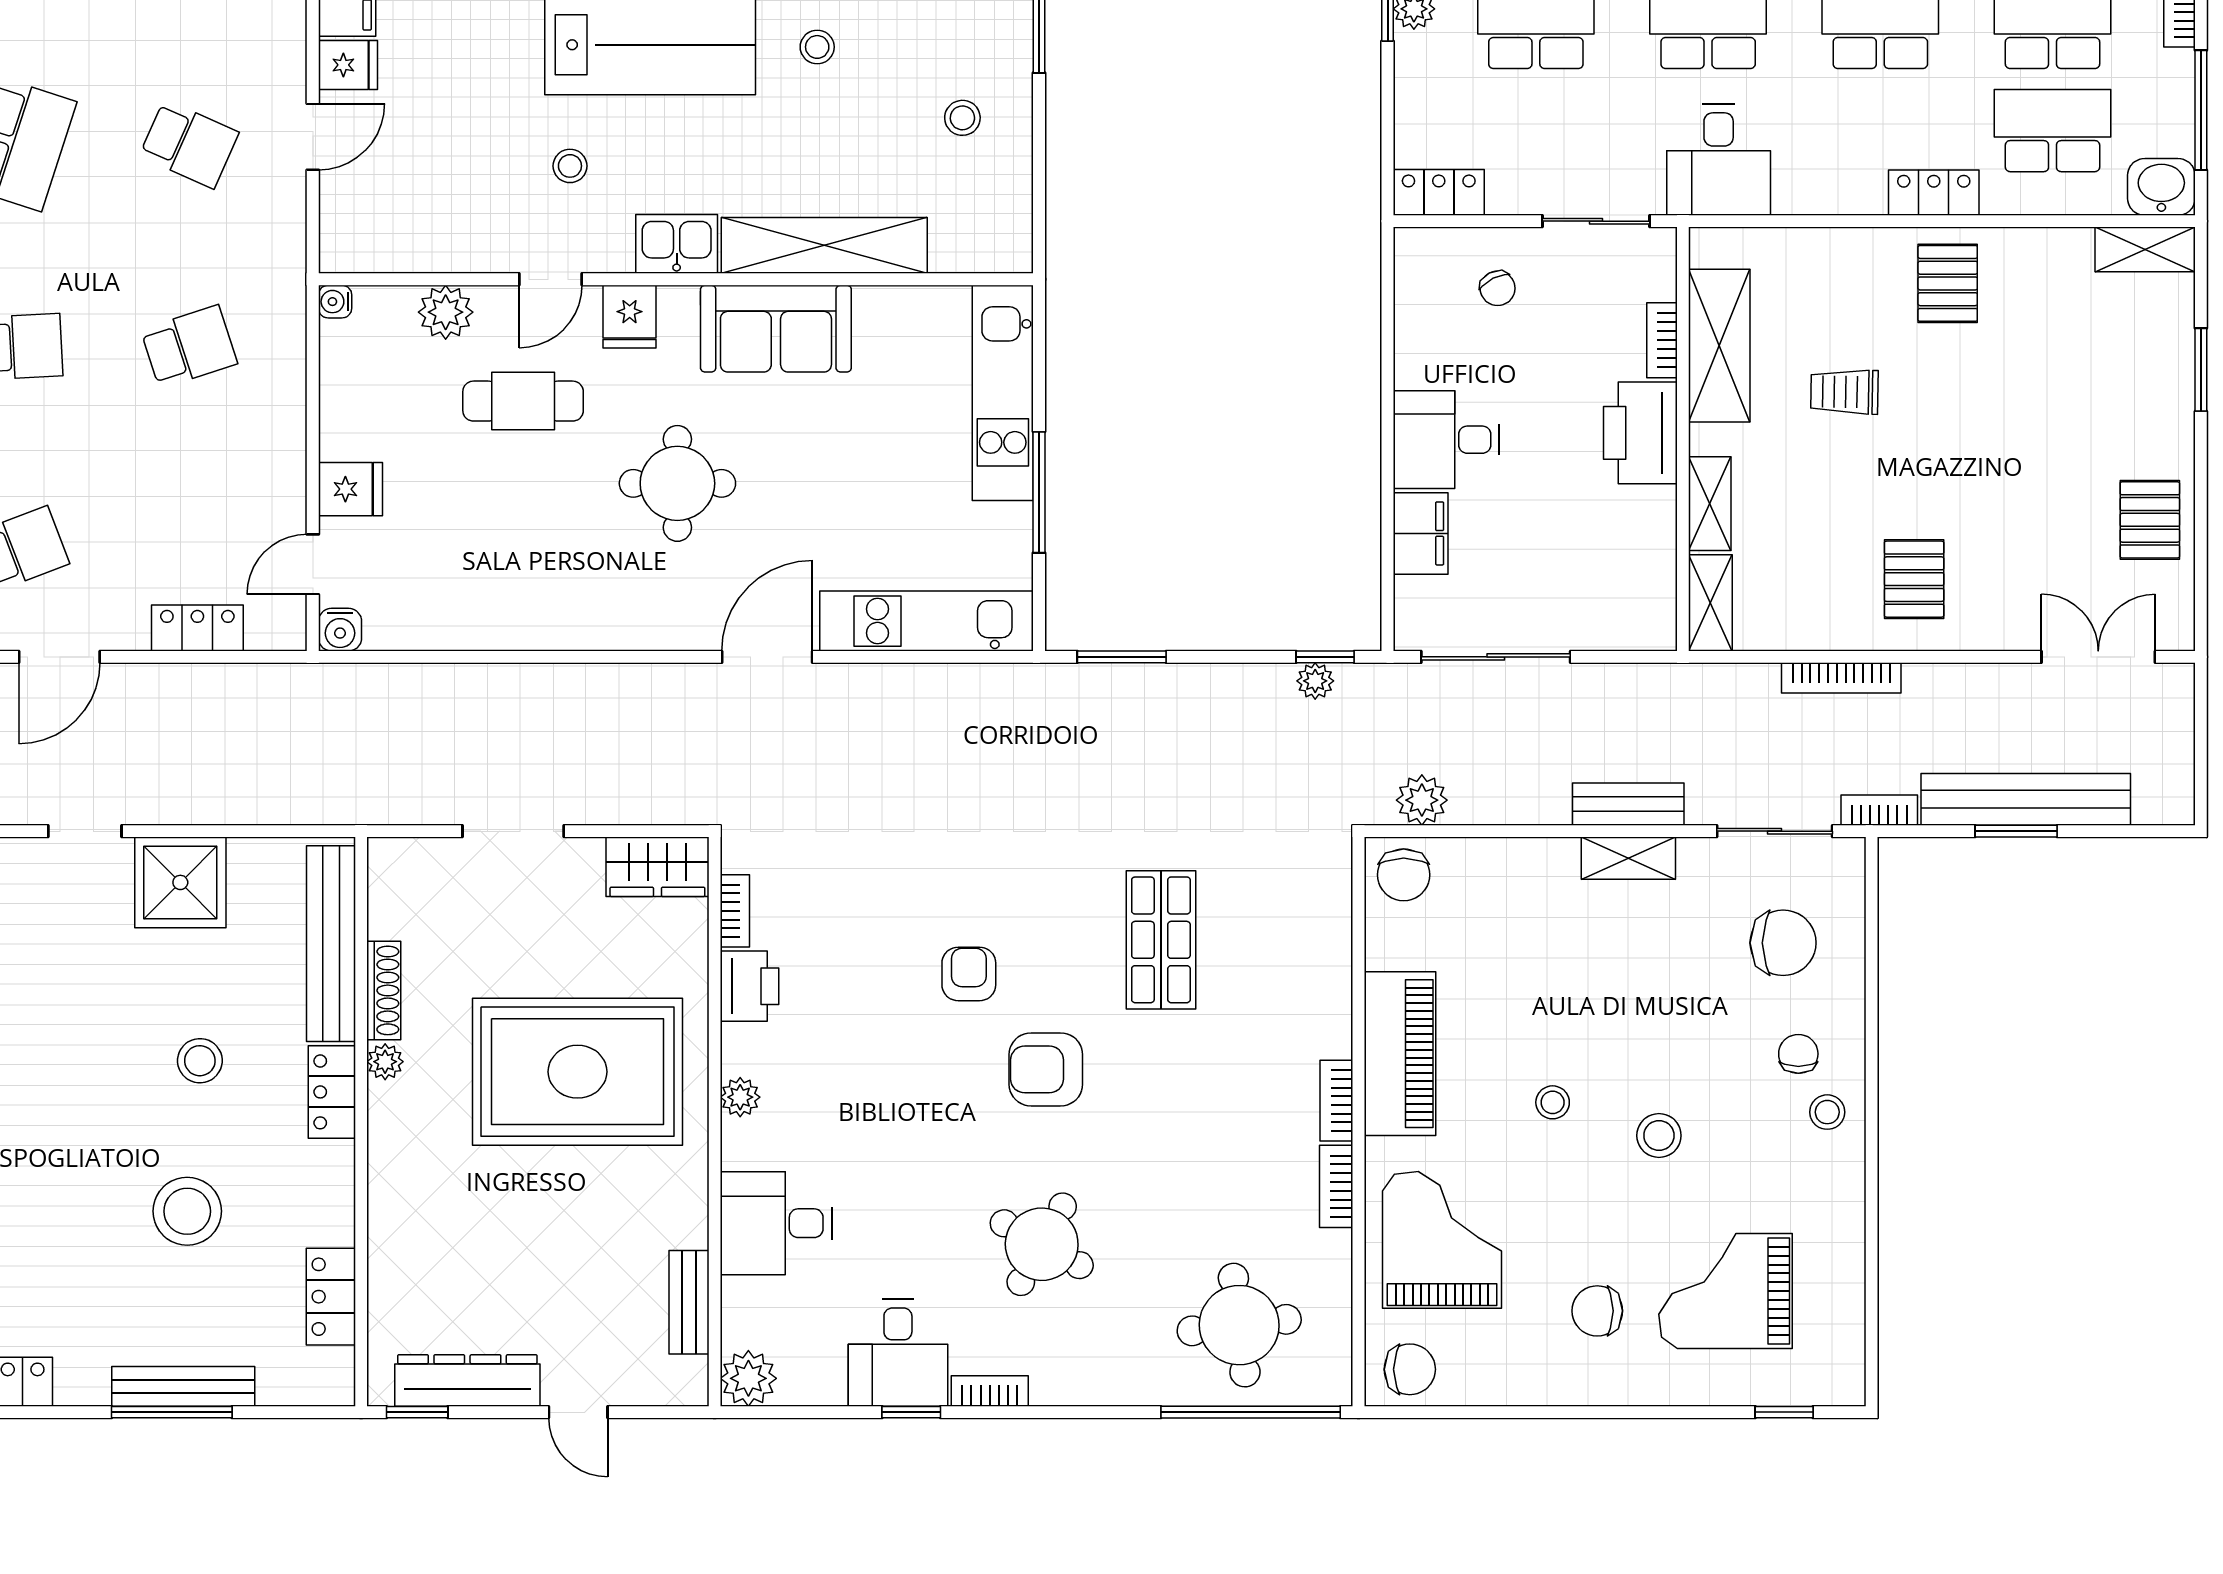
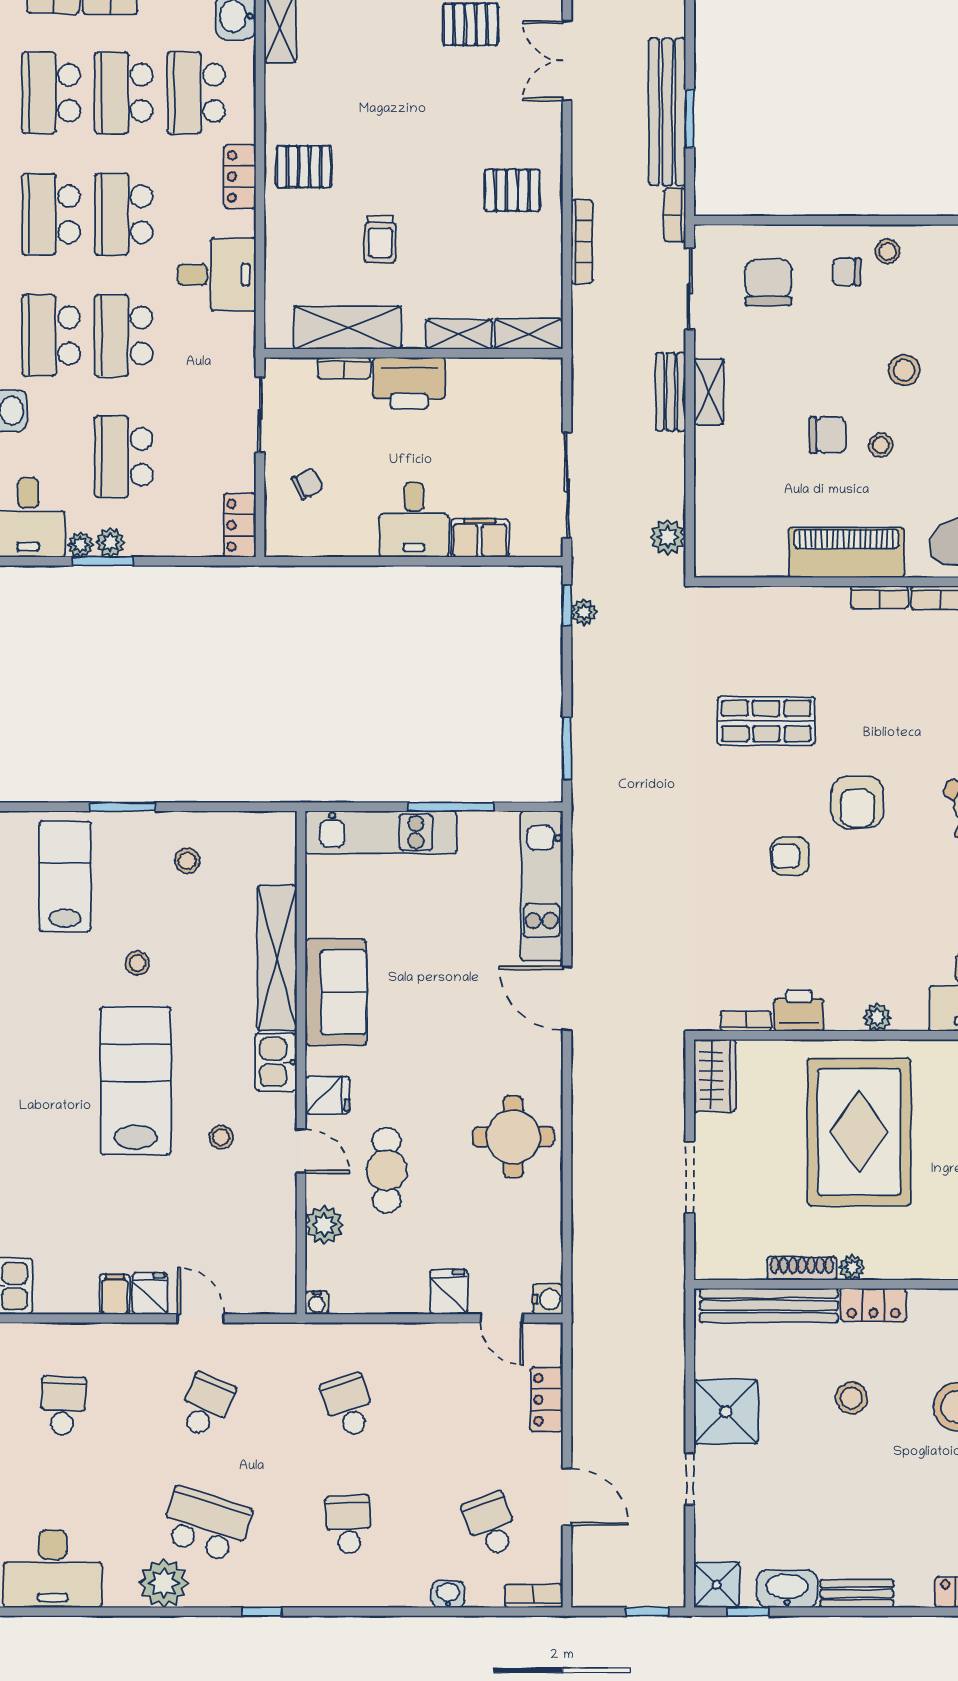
desk: (1719, 160) -> (217, 275), moved
round table: (677, 483) -> (513, 1137), moved
chair: (1404, 875) -> (828, 435), moved

